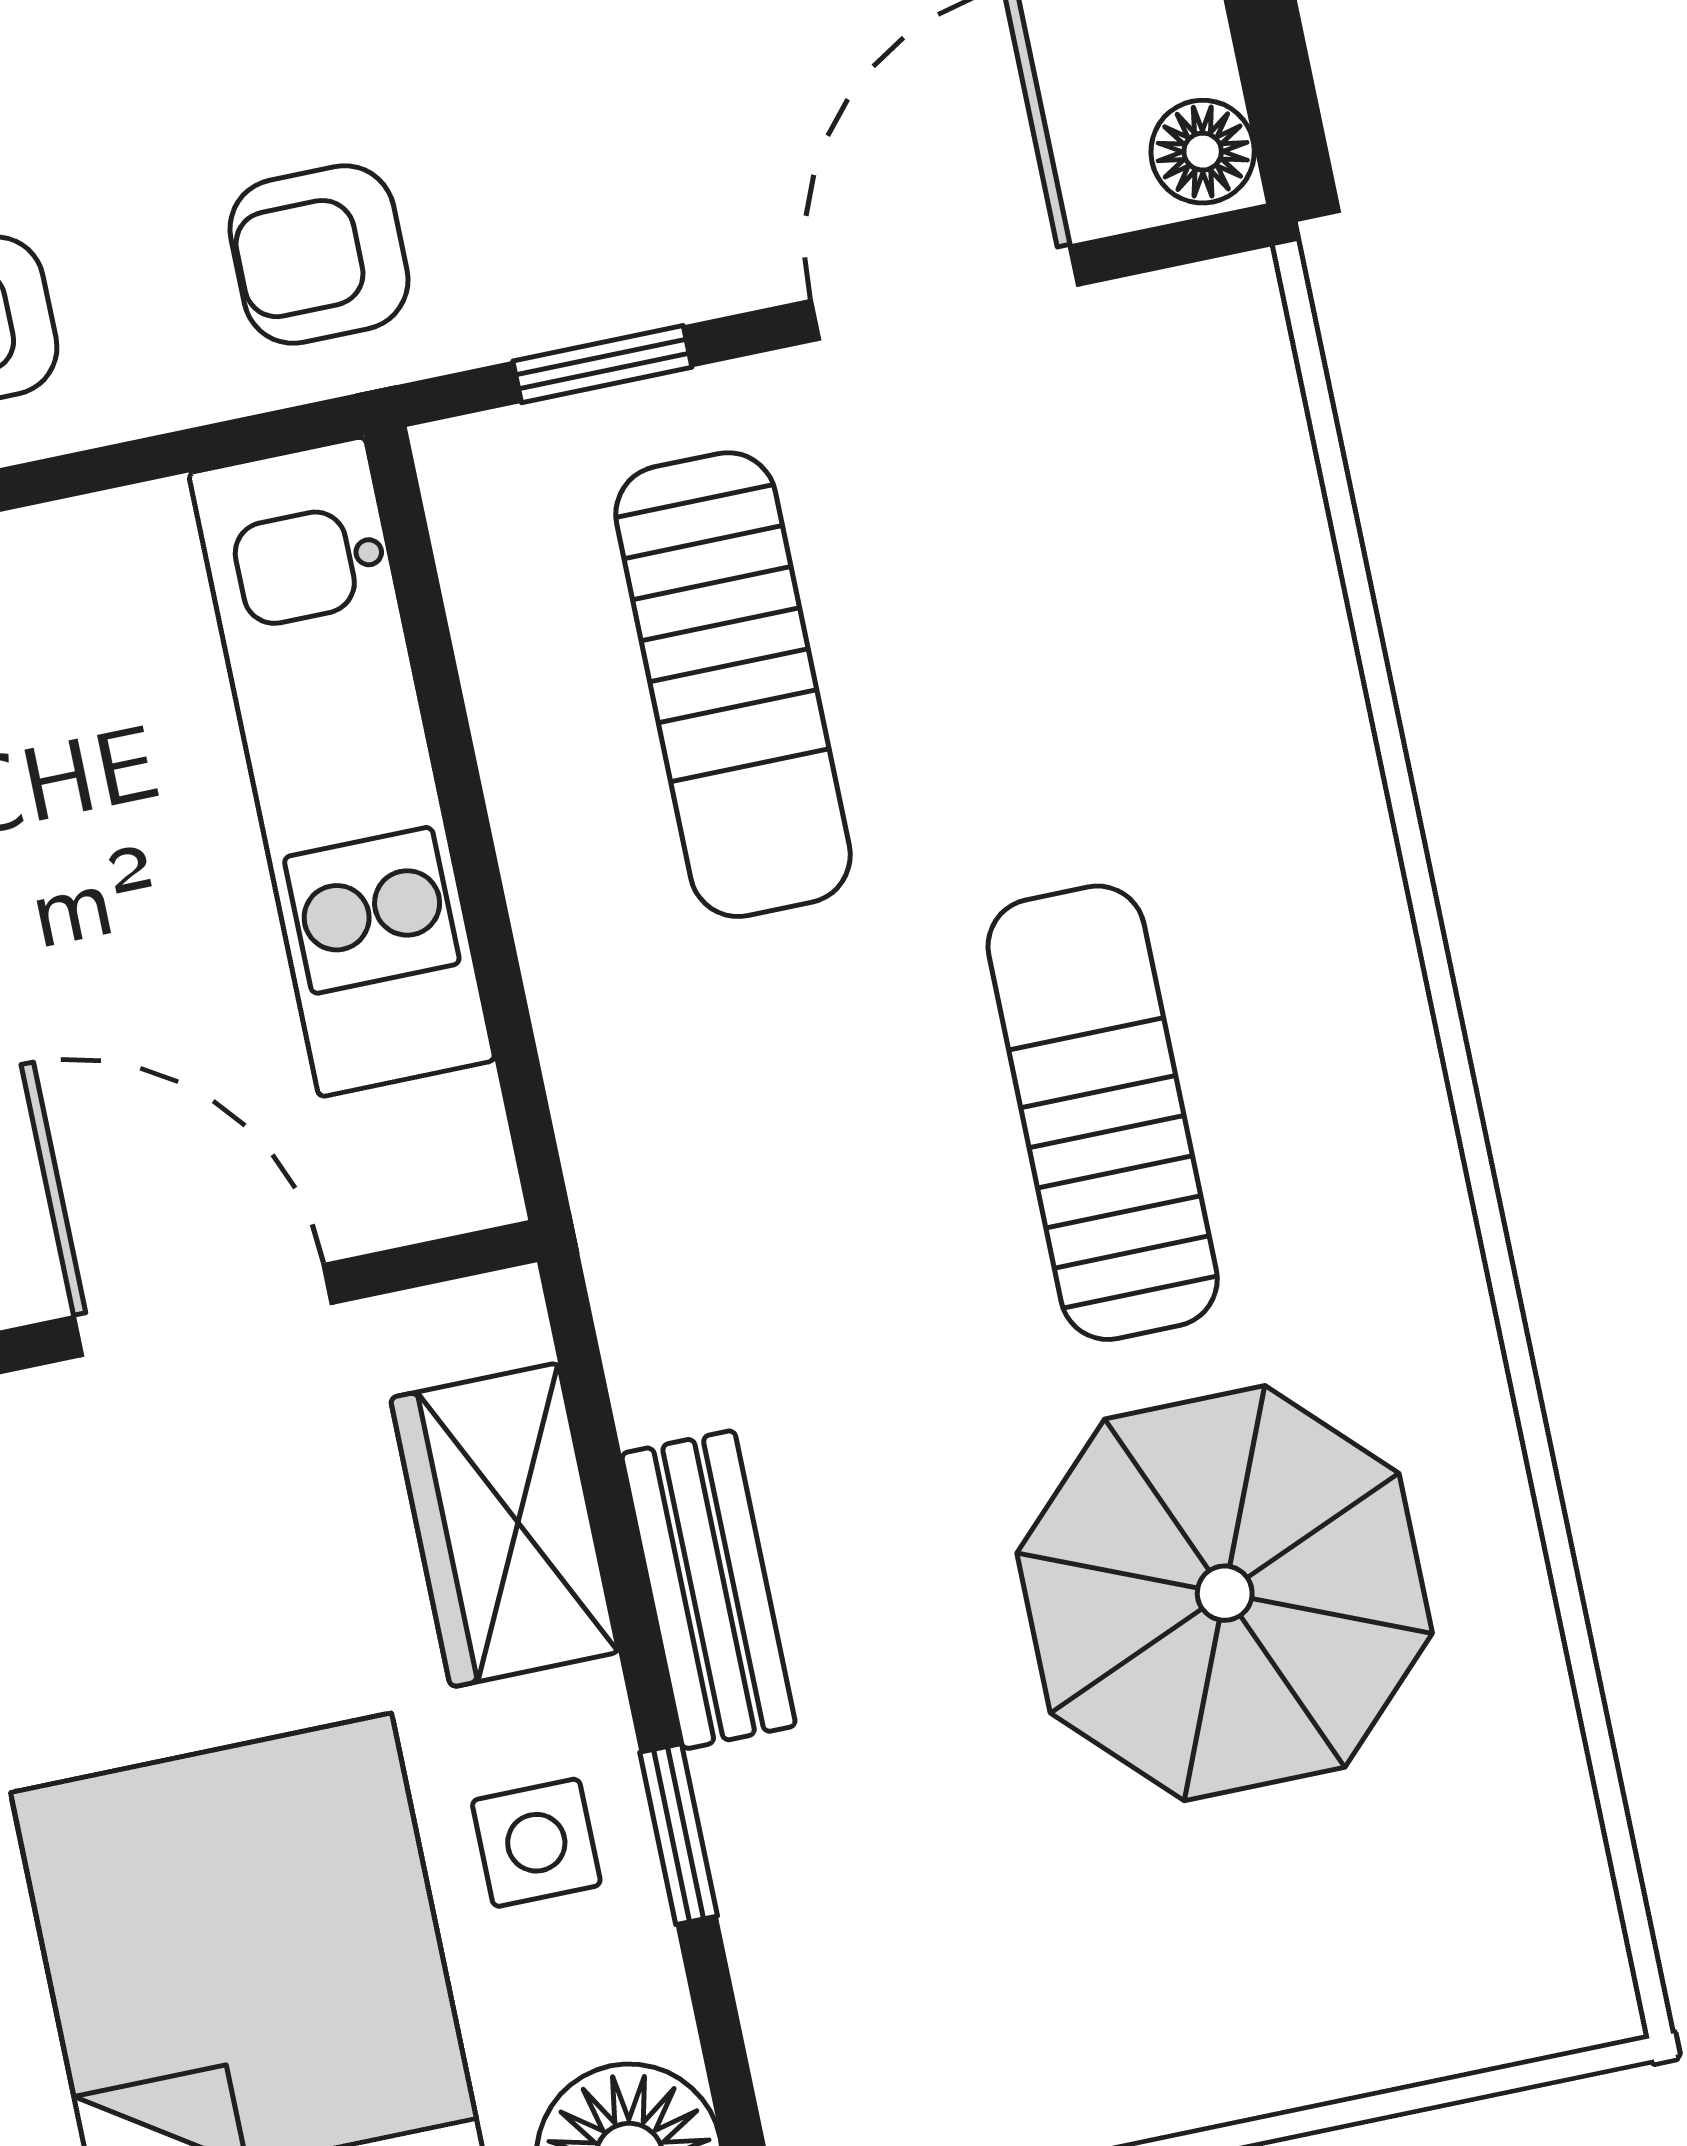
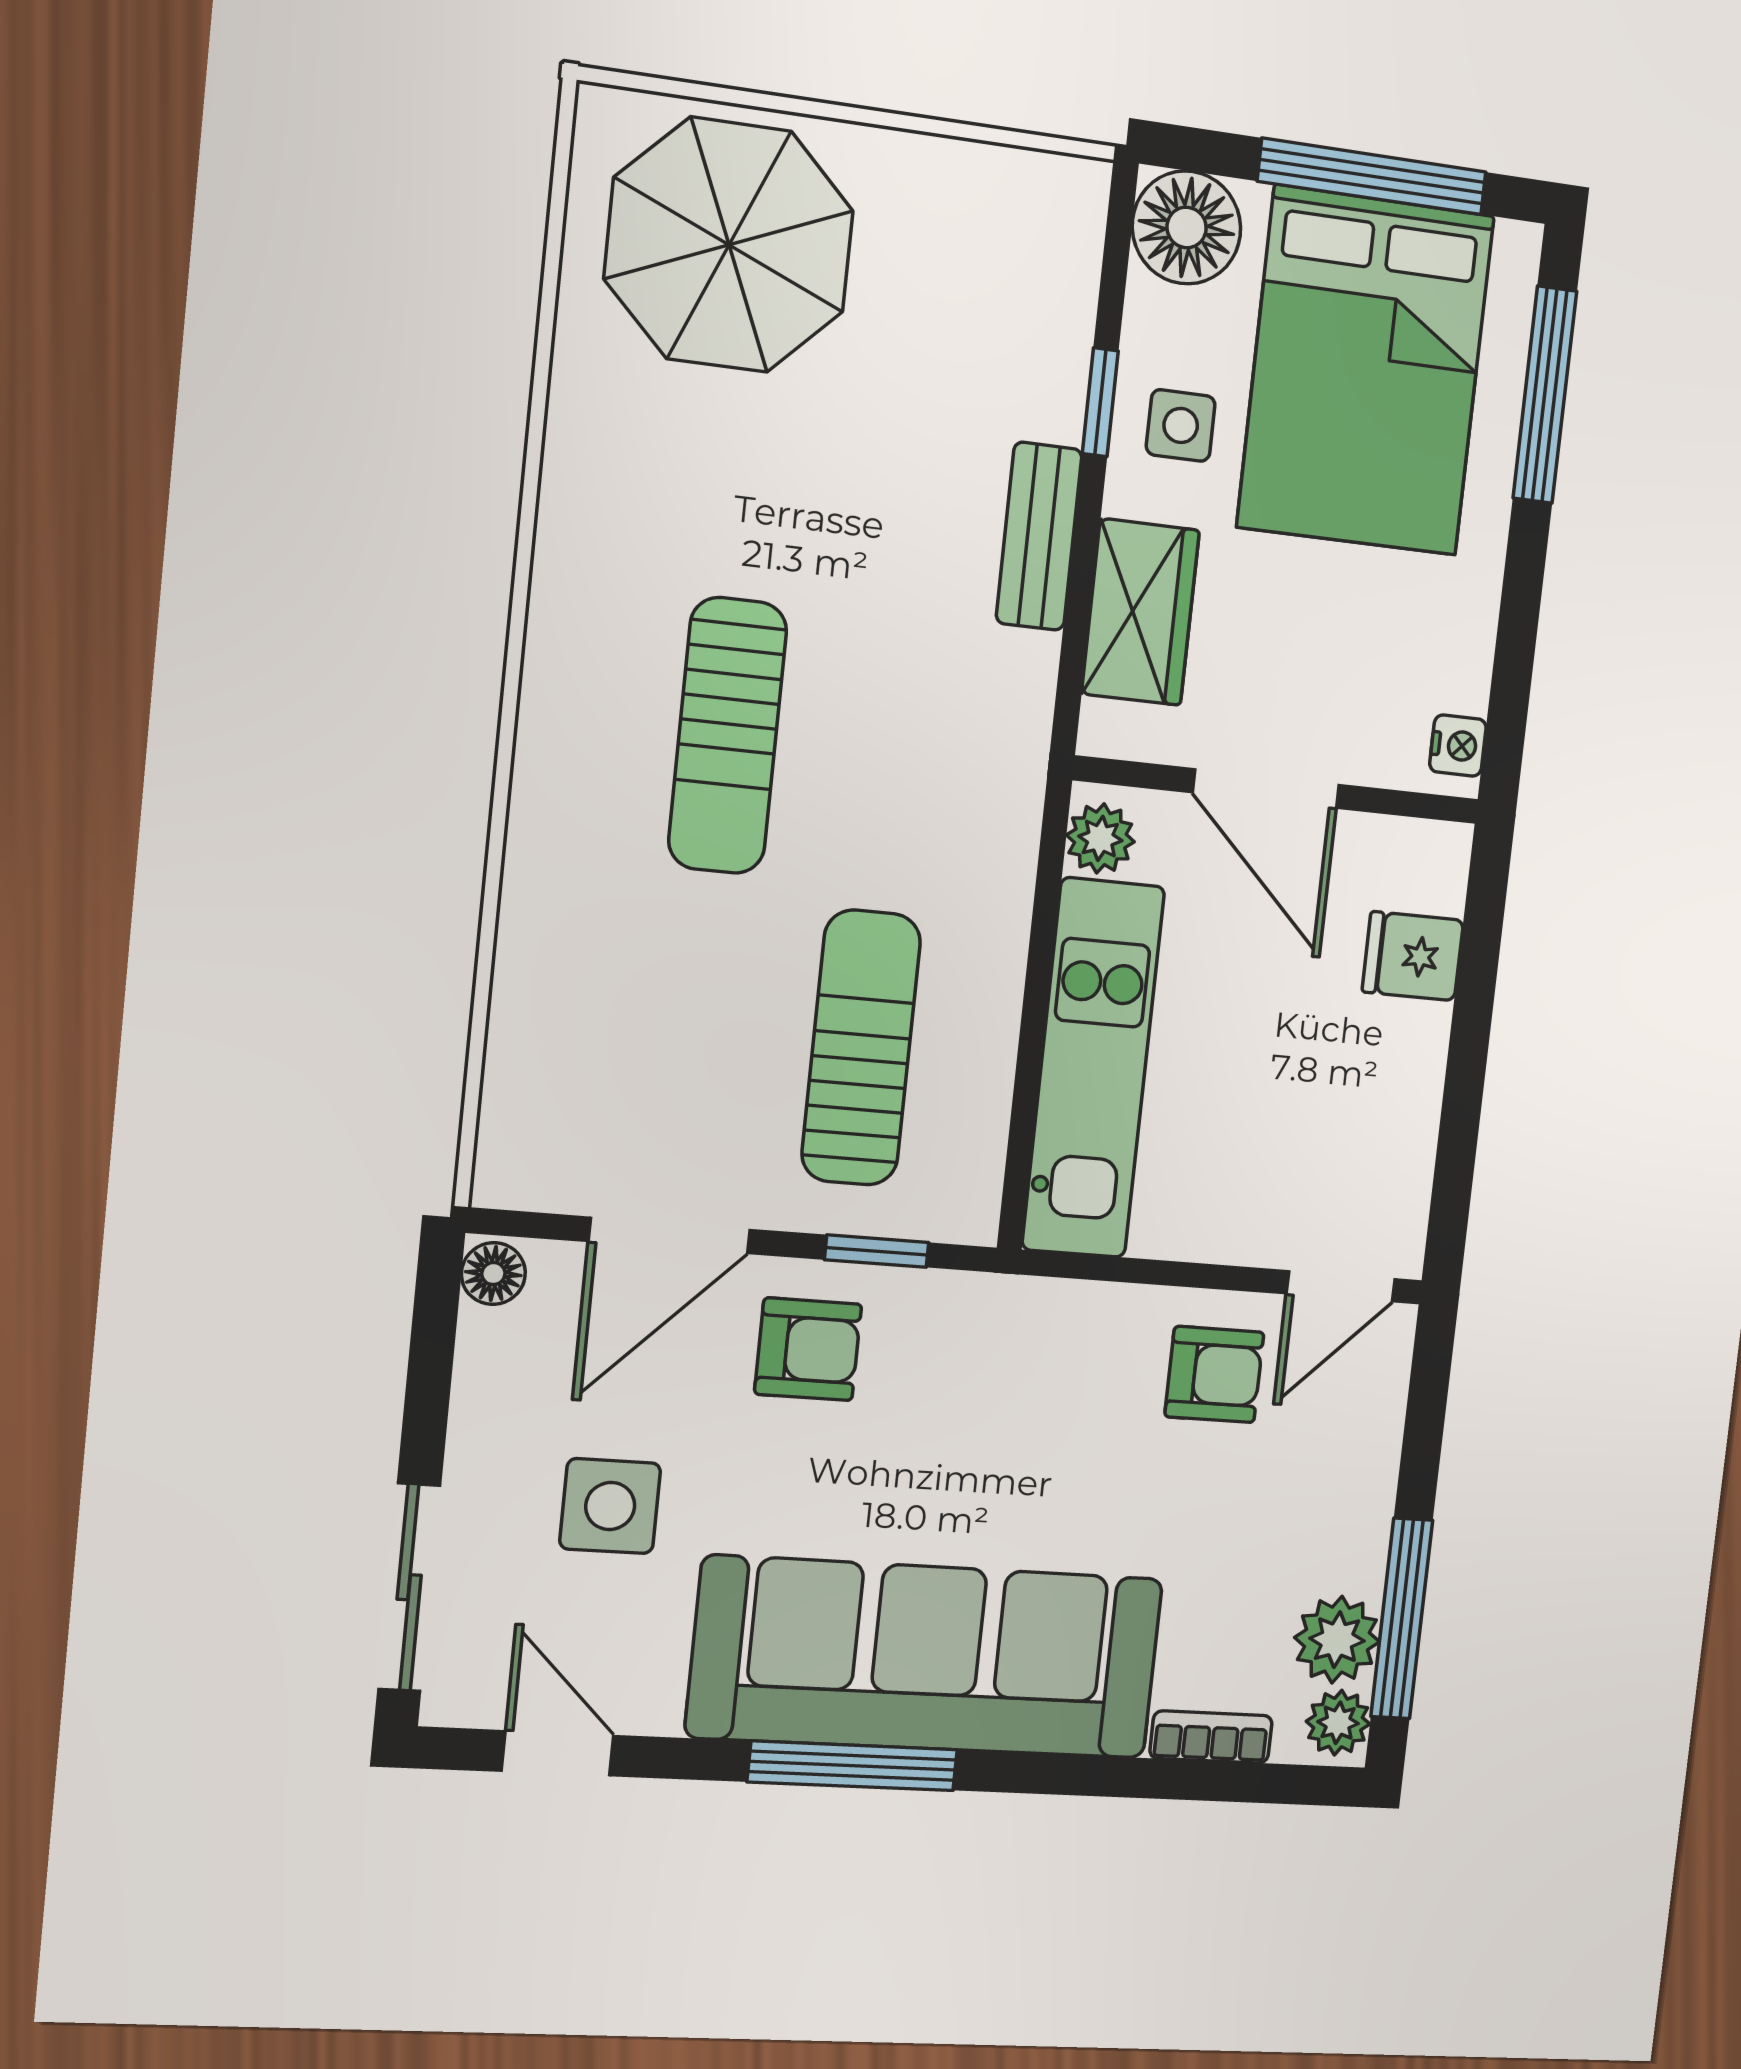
armchair: (319, 254) -> (808, 1349), moved
plant: (452, 1142) -> (1100, 838), added
parasol: (1225, 1593) -> (729, 245), moved

